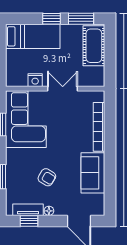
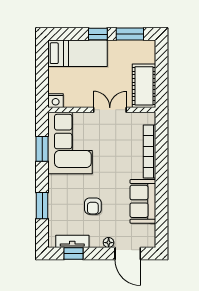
cot: (94, 46) -> (144, 86), moved
nightstand: (35, 80) -> (56, 101), moved
armchair: (47, 177) -> (93, 206), turned 59
floor lamp: (49, 211) -> (109, 243), moved

